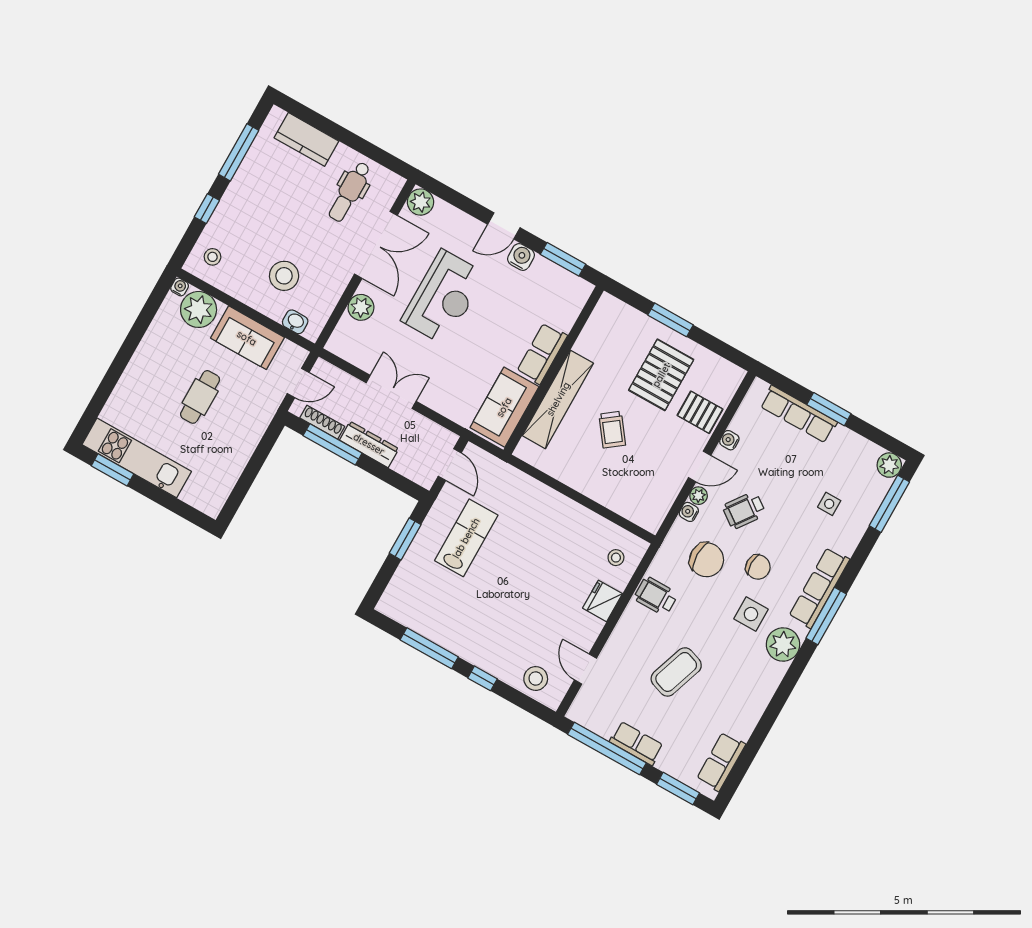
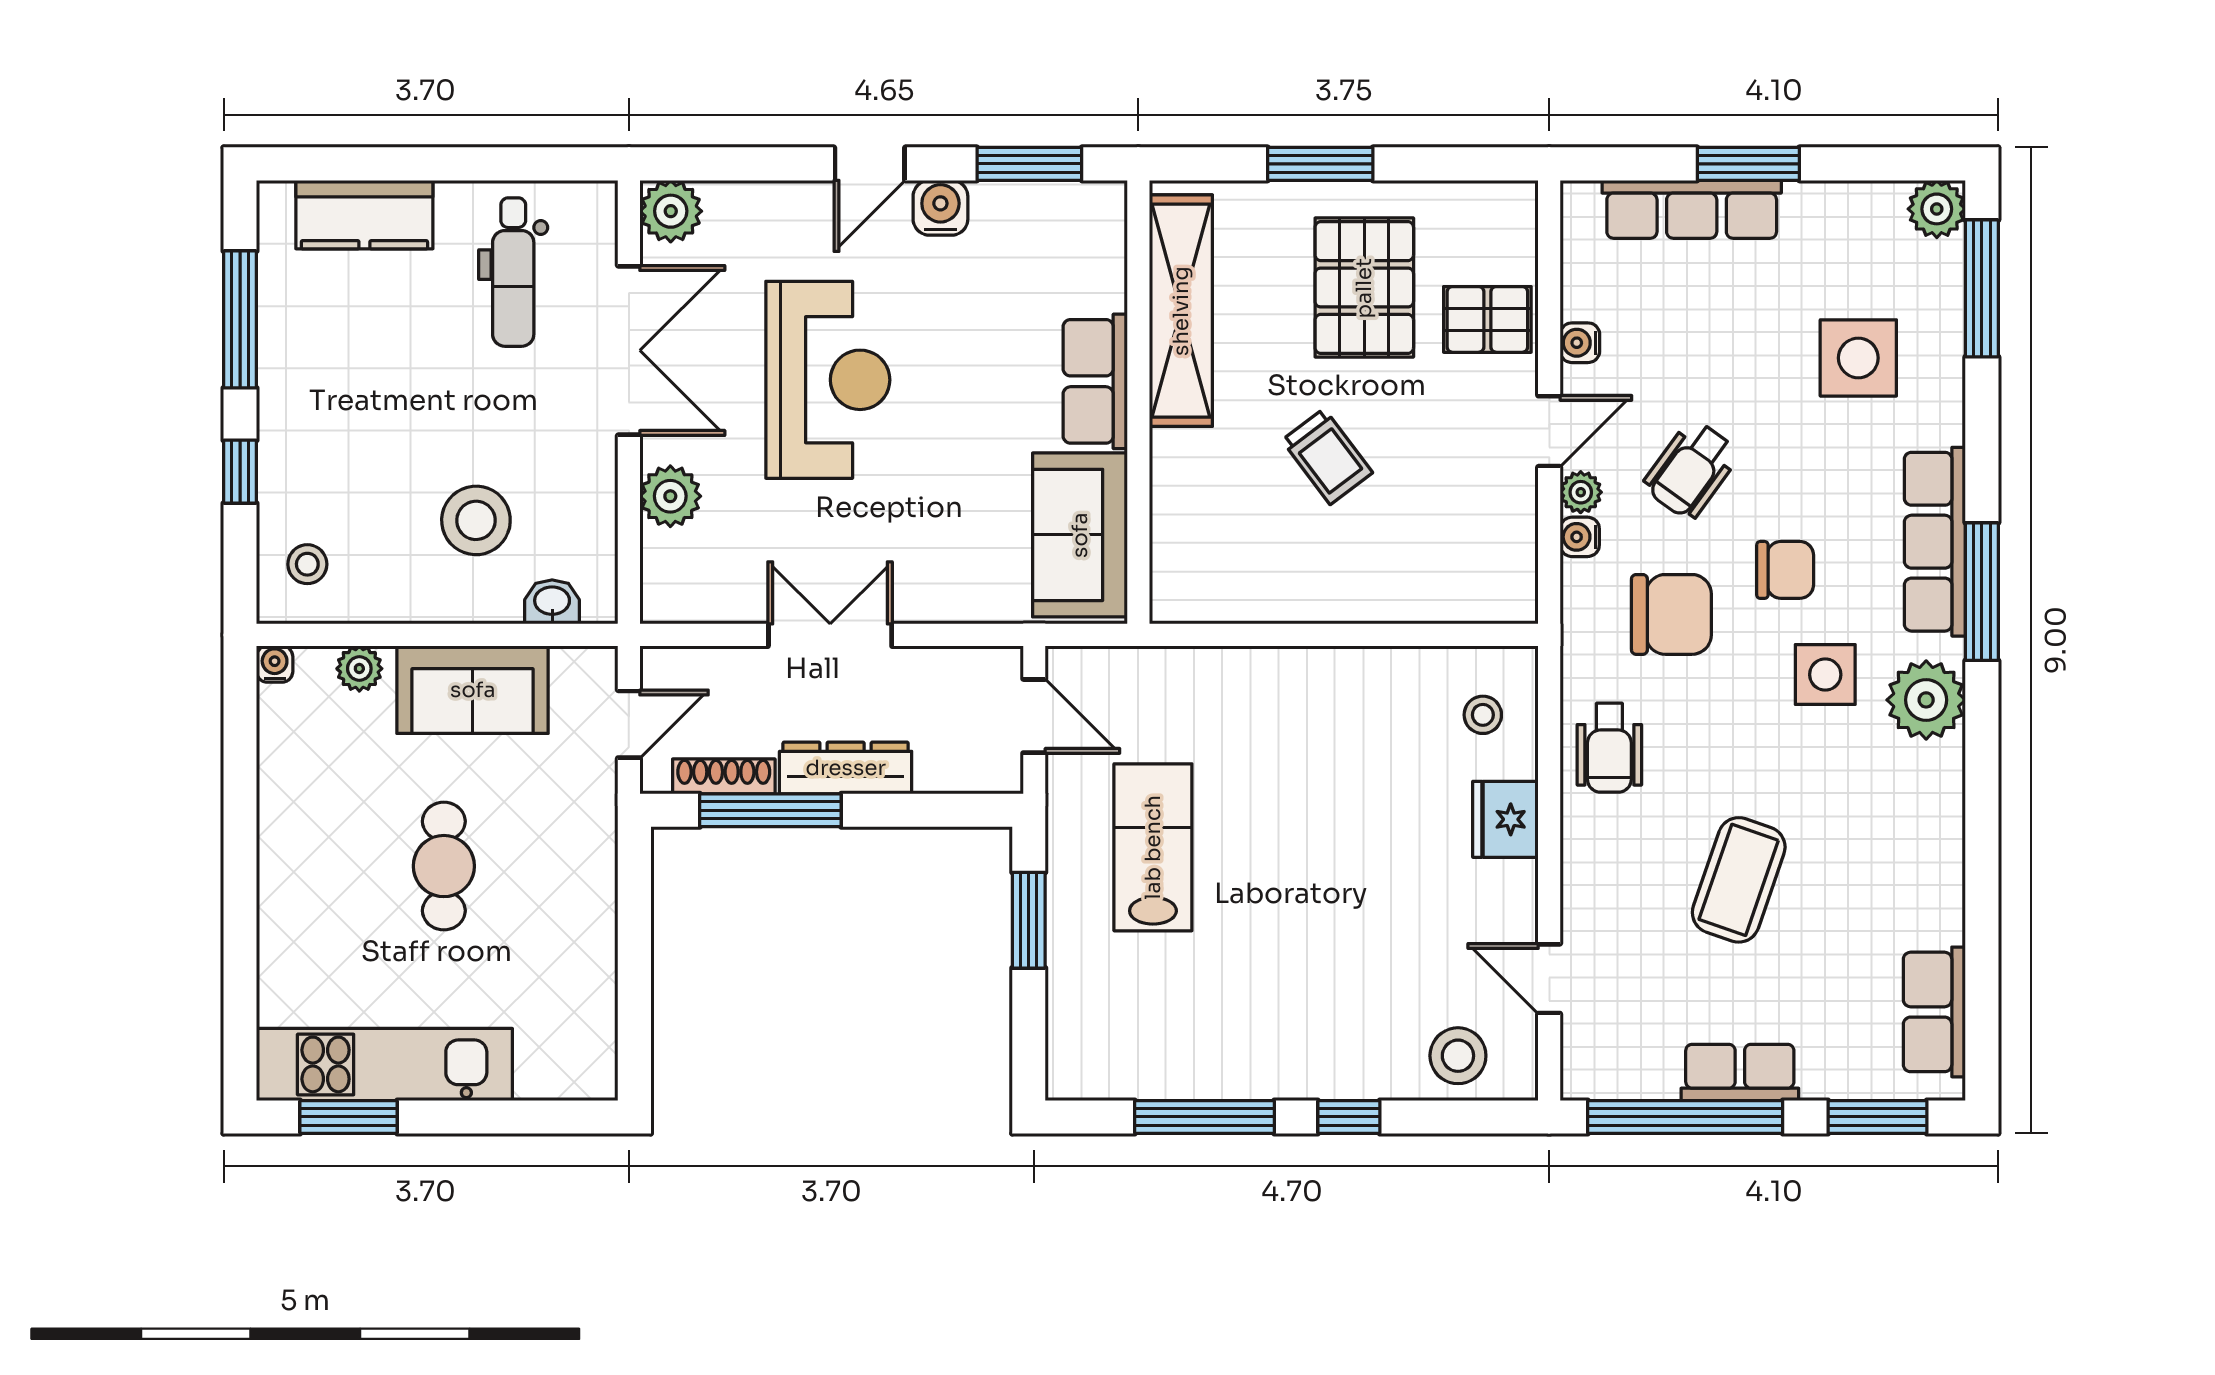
plant: (199, 309) -> (359, 669), width x0.53, depth x0.53
shelving: (558, 399) -> (1181, 311), moved
side table: (829, 504) -> (1858, 358), width x1.87, depth x1.87
wheelchair: (656, 596) -> (1609, 748), turned -90

